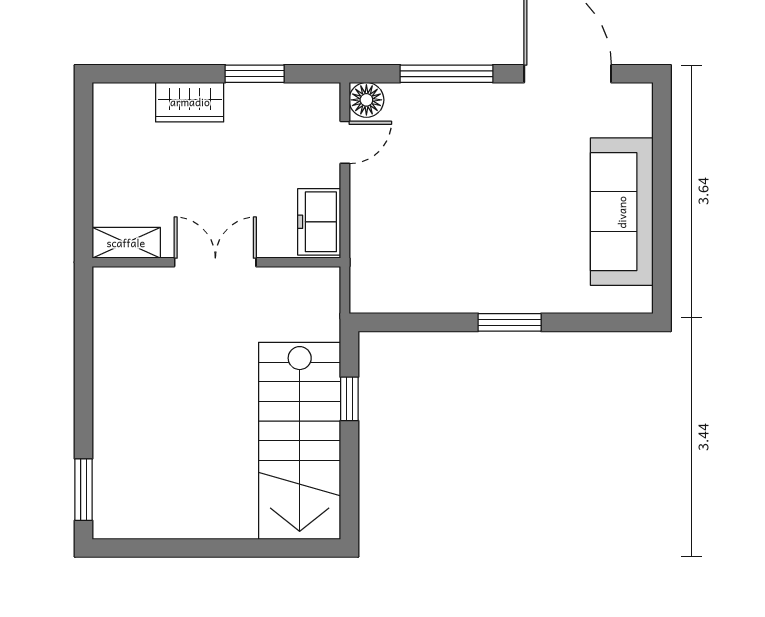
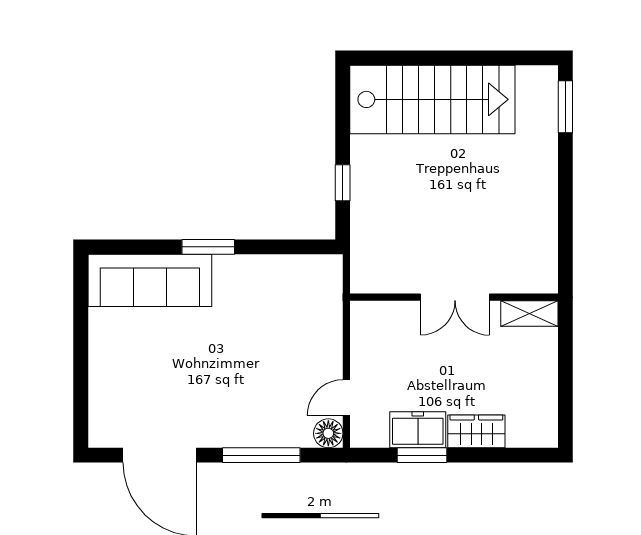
sofa: (622, 212) -> (150, 280), moved, turned 90
freezer: (319, 222) -> (418, 430), moved, turned -90
stairs: (300, 441) -> (432, 99), moved, turned 90

